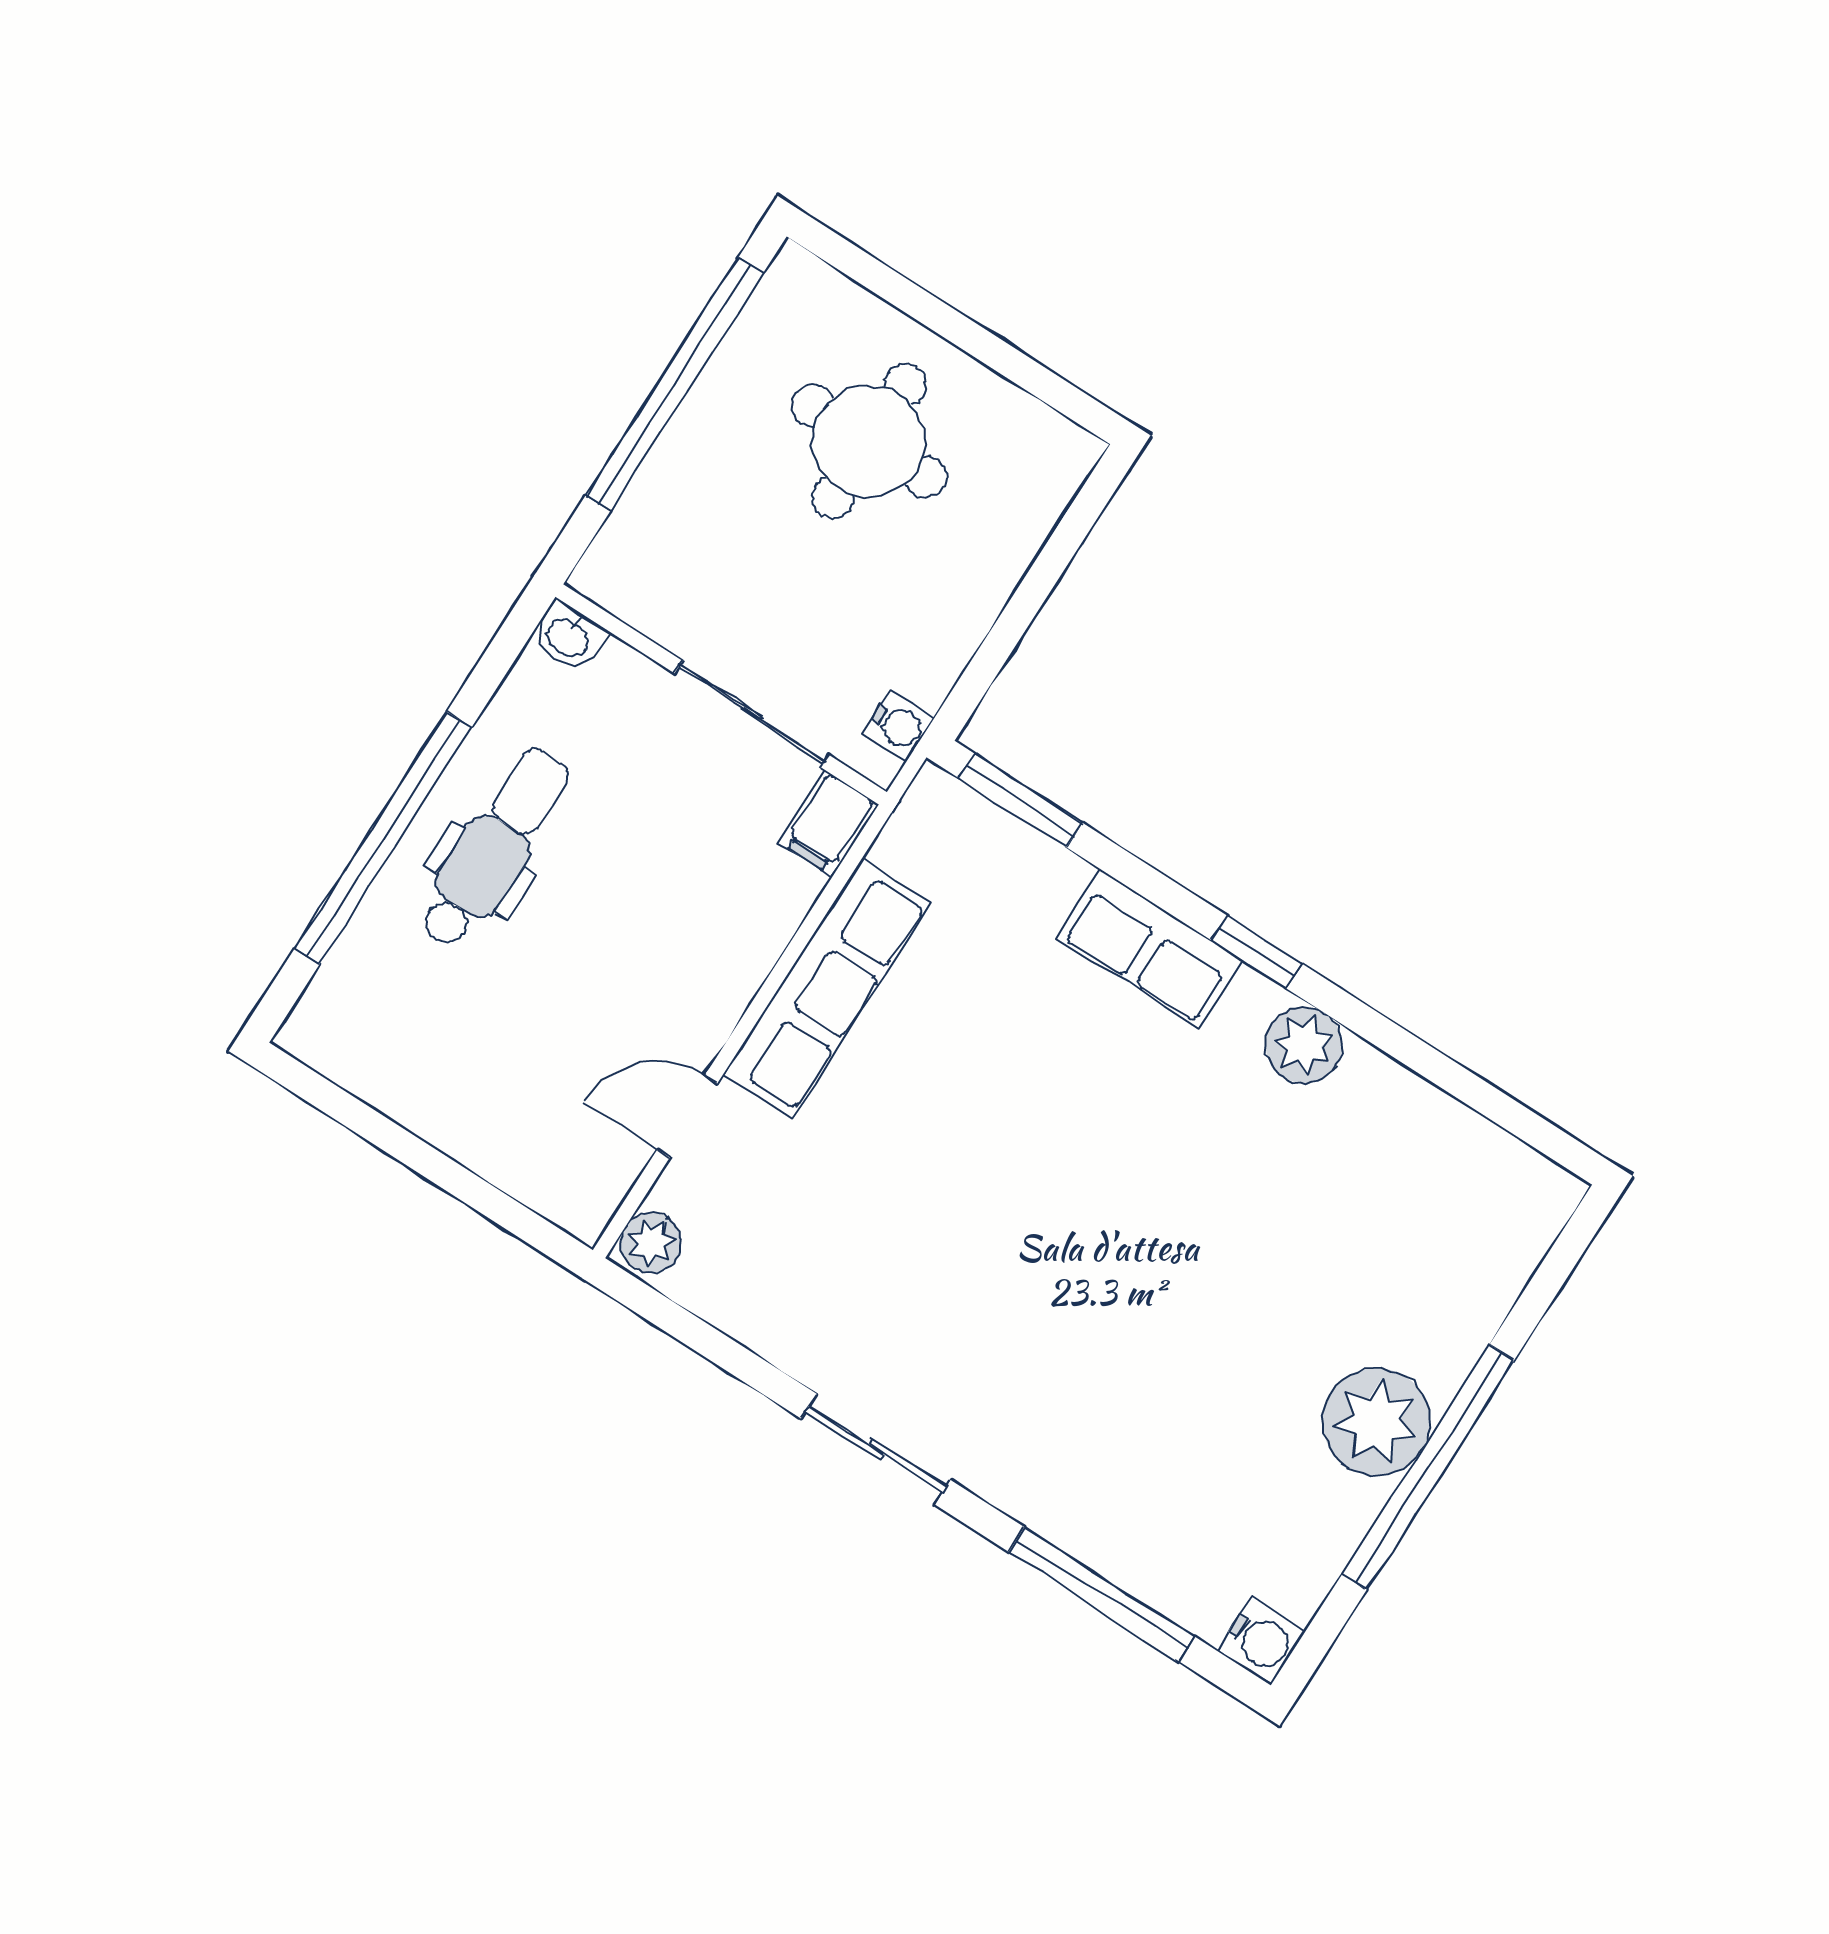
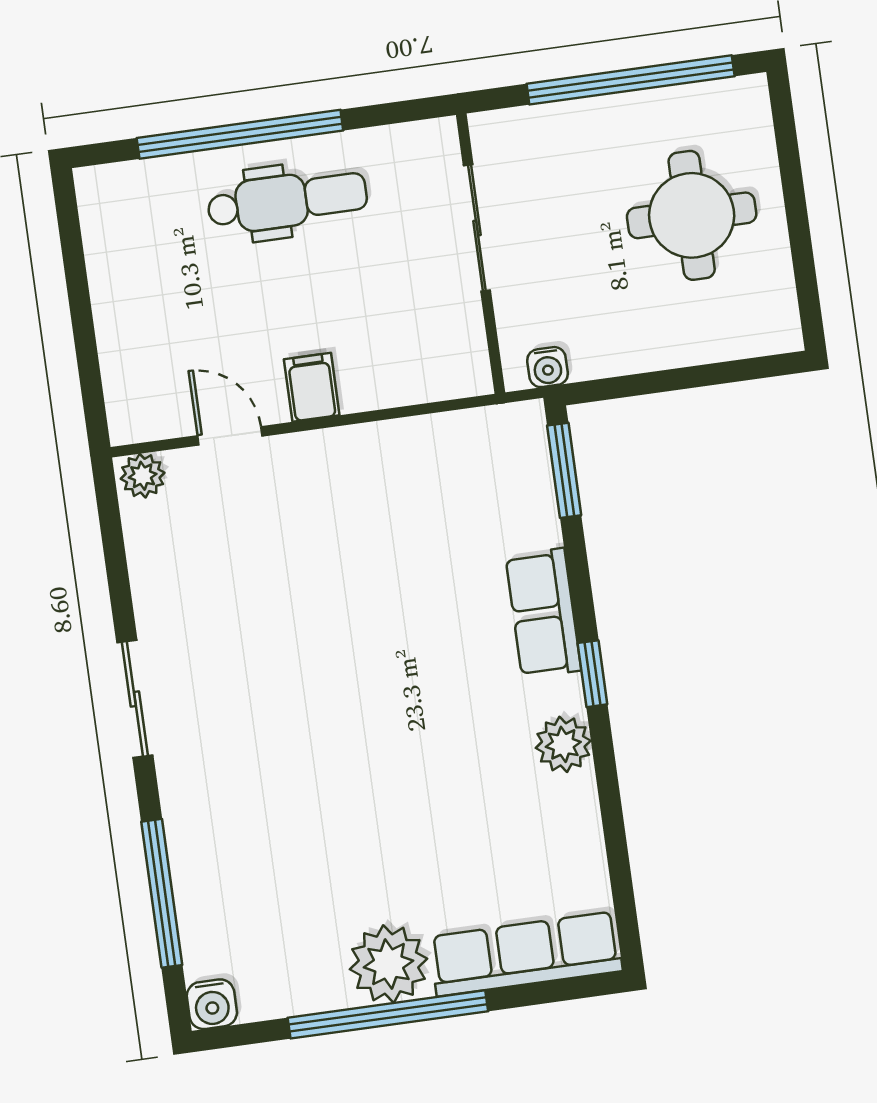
washbasin: (569, 637) -> (440, 142), removed
sliding door: (752, 714) -> (477, 228), moved
filing cabinet: (828, 823) -> (312, 387), moved, turned 90
row of seats: (827, 988) -> (526, 954), moved, turned 180

